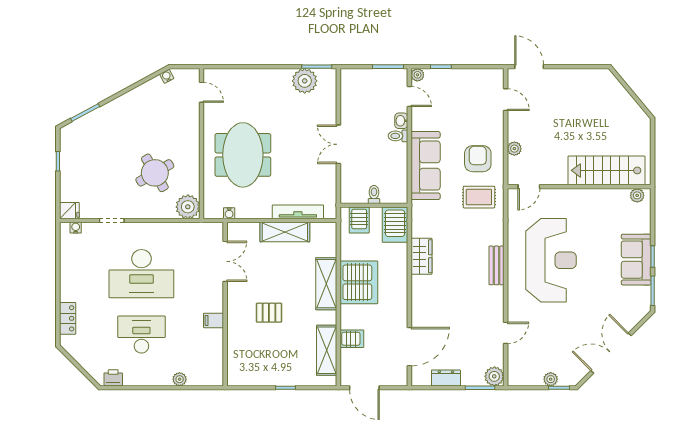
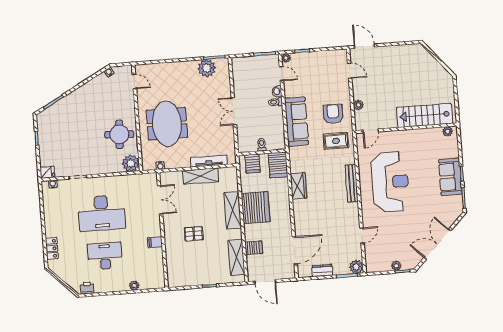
round table: (155, 173) -> (119, 134), moved, turned 33
bench: (497, 265) -> (352, 183), width x1.36

